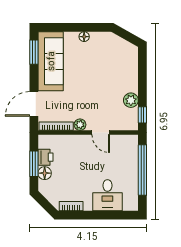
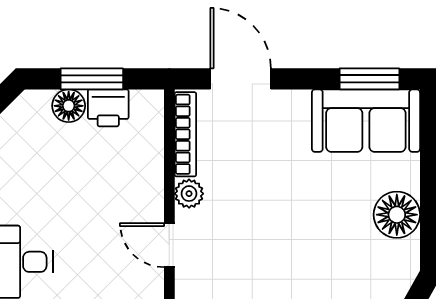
floor lamp: (84, 37) -> (397, 215), width x1.89, depth x1.89
sofa: (51, 61) -> (366, 121), width x0.73
door: (101, 133) -> (169, 245), hinge flipped

